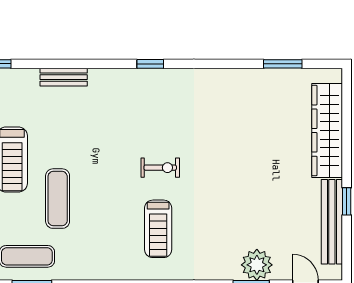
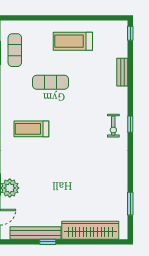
exercise bike: (160, 168) -> (113, 126), moved
exercise mat: (58, 199) -> (51, 82), moved

